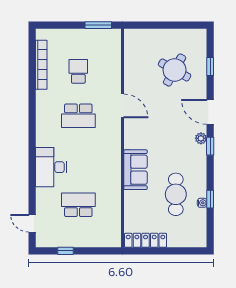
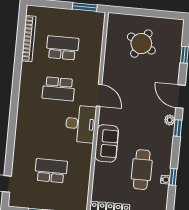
round table: (175, 70) -> (141, 44), moved
school desk: (78, 71) -> (62, 48), width x1.85
door: (123, 106) -> (99, 95), moved
desk: (51, 167) -> (81, 124), moved, turned 180

